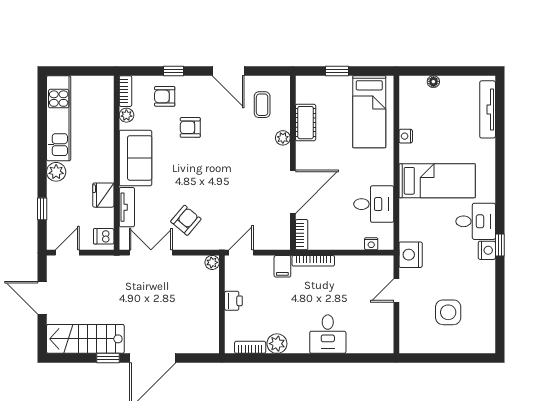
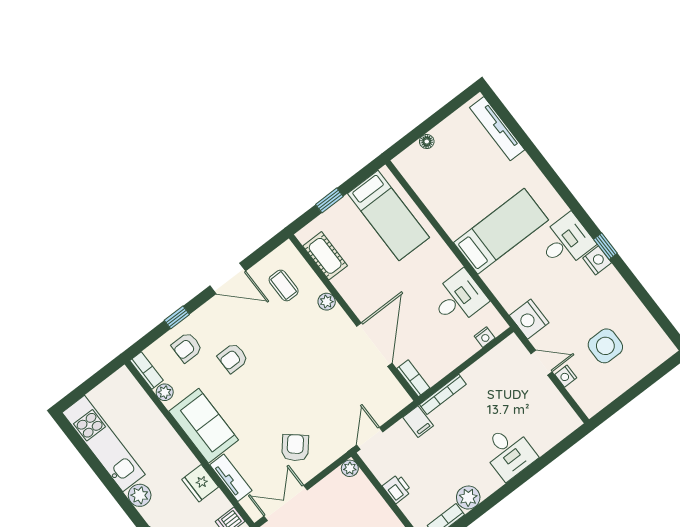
cot: (306, 123) -> (325, 256), moved
nightstand: (406, 136) -> (566, 376), moved
door: (396, 291) -> (542, 363), swing flipped

